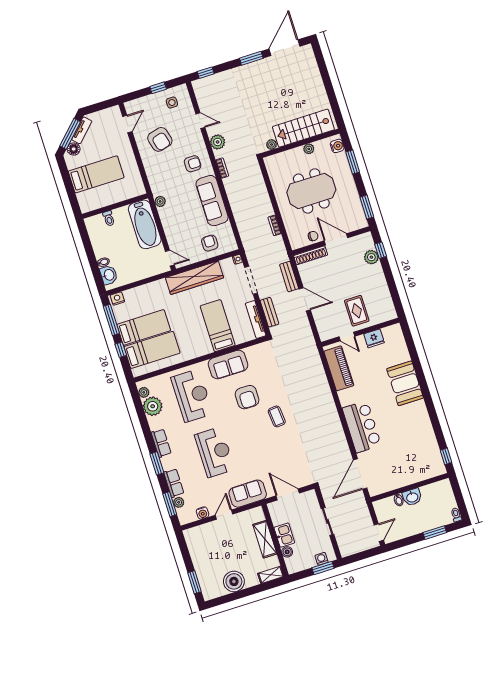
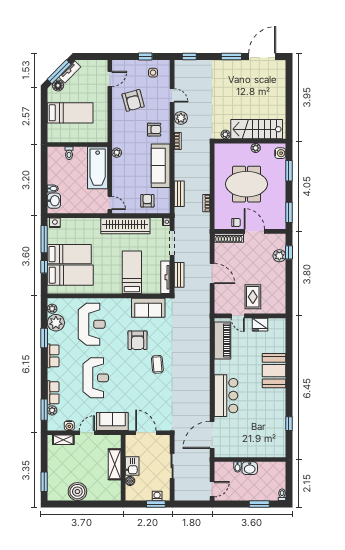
bench: (289, 277) -> (179, 194), moved
sofa: (228, 365) -> (148, 308), moved
window: (446, 456) -> (289, 424), moved
window: (157, 463) -> (44, 338), moved
shelving: (271, 575) -> (63, 440), moved

